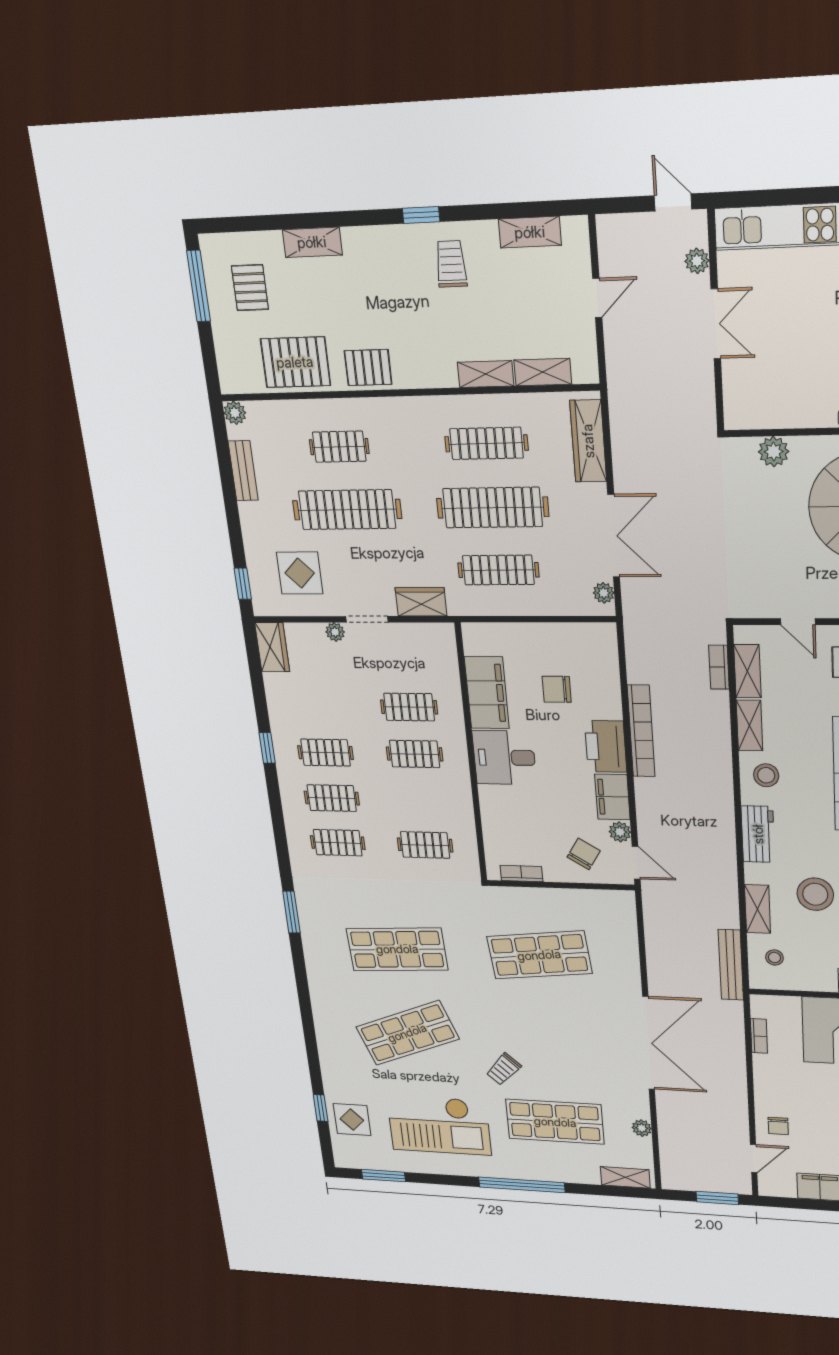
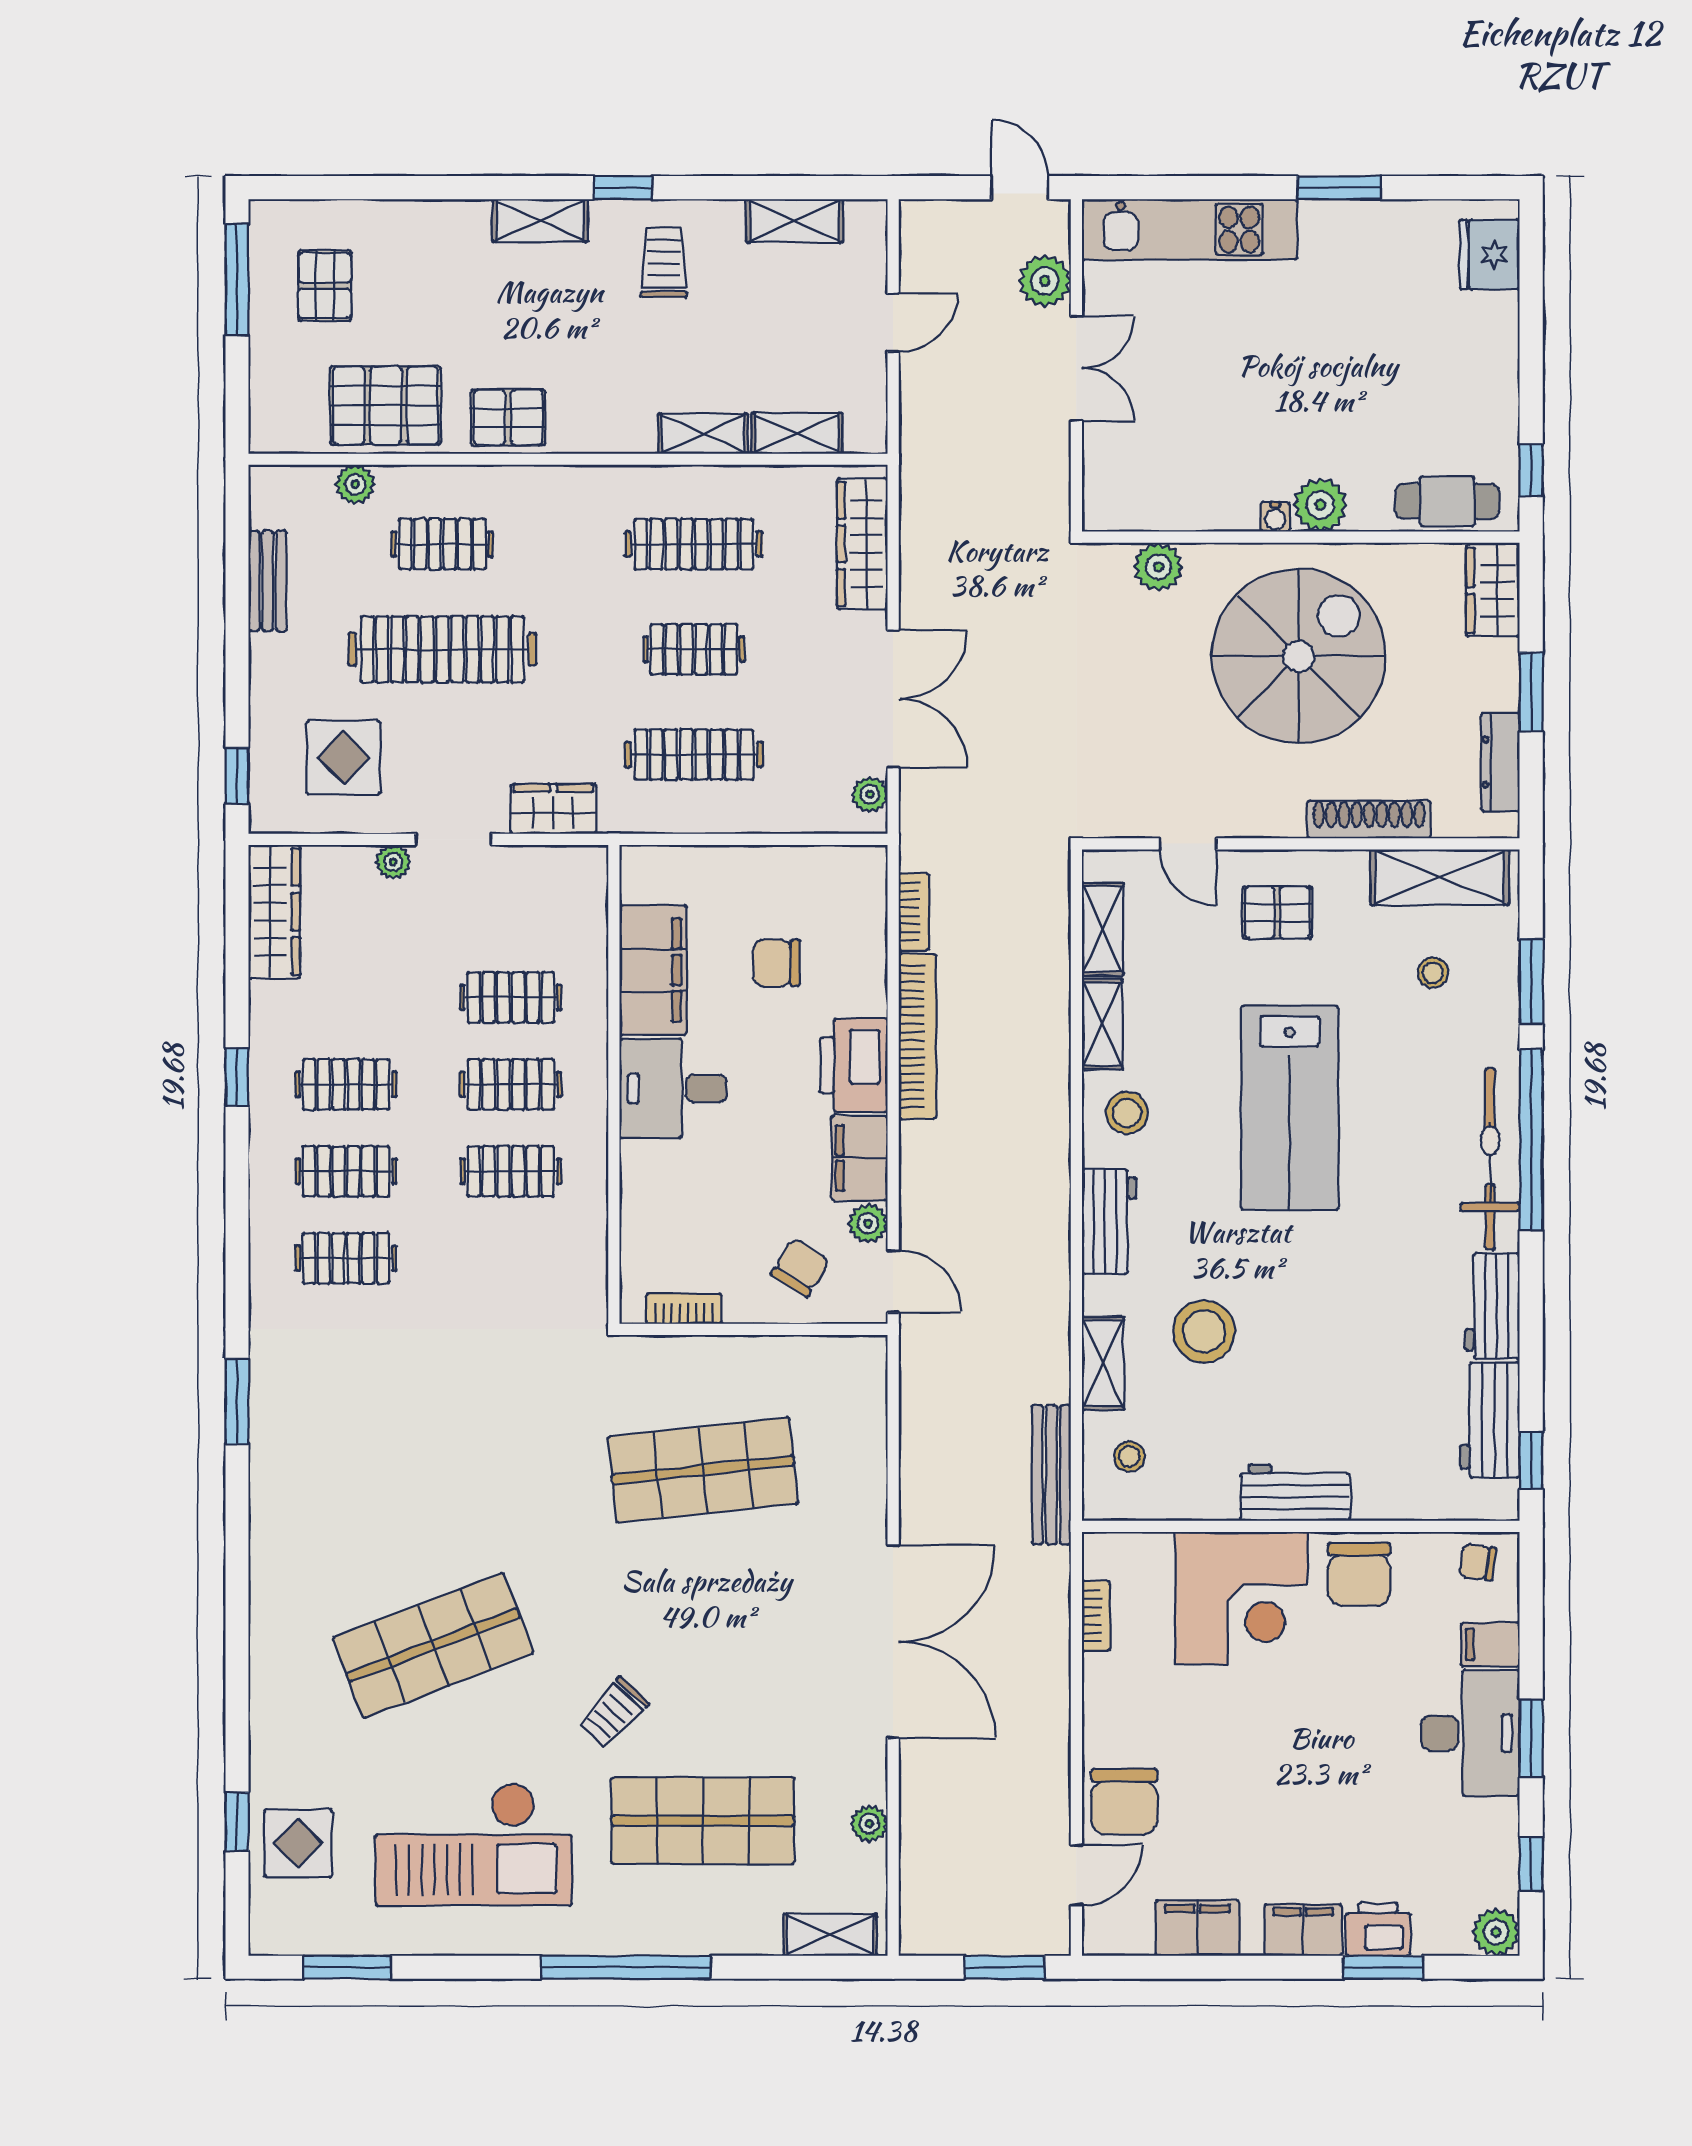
shelving: (312, 242) -> (540, 220), moved
plant: (697, 261) -> (1045, 281), width x1.38, depth x1.38
plant: (235, 413) -> (355, 484), moved
clothes rail: (492, 508) -> (694, 649), width x0.54, depth x0.76
wardrobe: (272, 647) -> (274, 912), width x1.50
bookcase: (719, 667) -> (914, 912), moved, turned 180
clothes rail: (425, 845) -> (511, 1171), moved
shop shelf: (397, 949) -> (433, 1470), removed
chair: (778, 1126) -> (1124, 1802), width x1.87, depth x1.87

